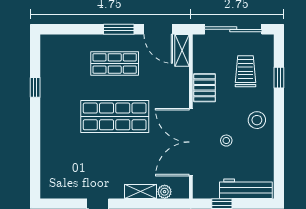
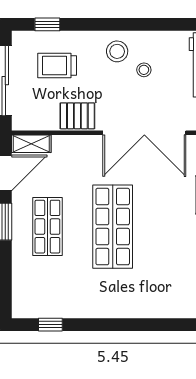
window: (279, 78) -> (47, 24), moved
window: (35, 87) -> (50, 325), moved
stool: (226, 141) -> (144, 70), moved

